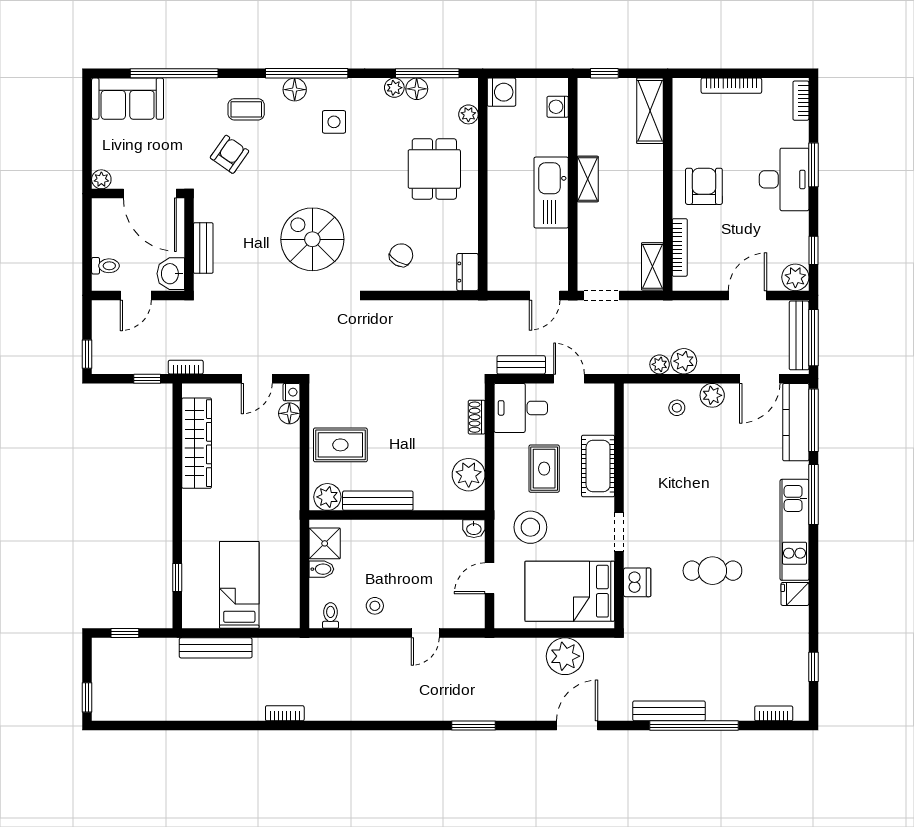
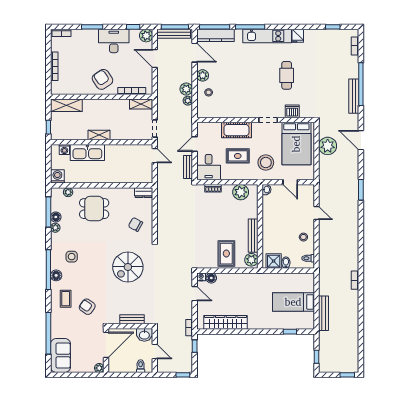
desk: (784, 179) -> (114, 41), moved
armchair: (704, 186) -> (102, 79), turned 56
kitchen sink: (551, 193) -> (87, 153), moved

